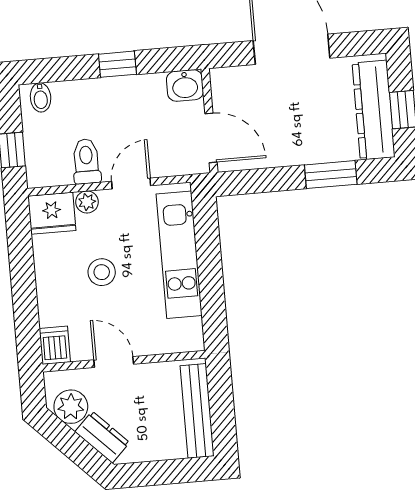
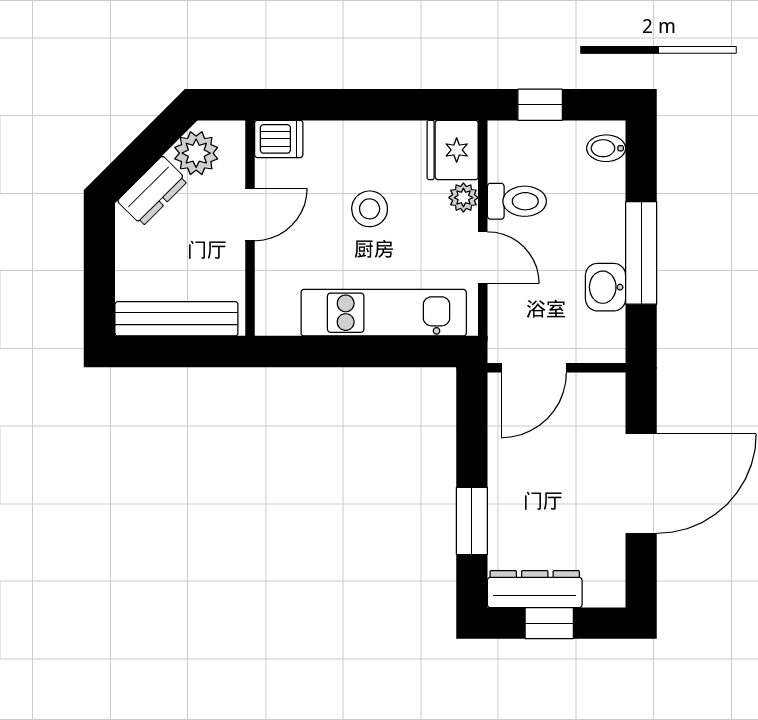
window: (117, 64) -> (641, 253), width x2.17
washbasin: (185, 85) -> (606, 287), moved
dresser: (374, 110) -> (535, 589), width x0.73, depth x0.80

